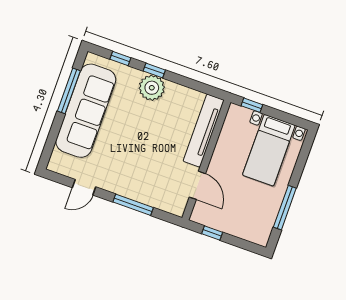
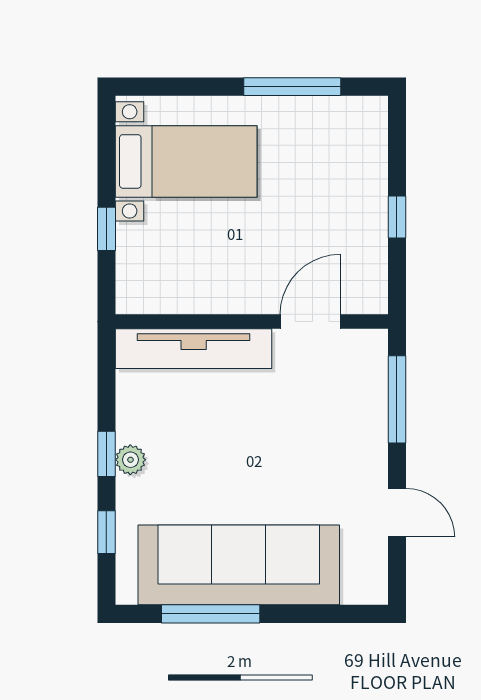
plant: (152, 88) -> (130, 460), width x0.53, depth x0.53
tv unit: (204, 131) -> (194, 349), moved
wall: (206, 160) -> (252, 322), moved
door: (197, 185) -> (310, 322), moved

